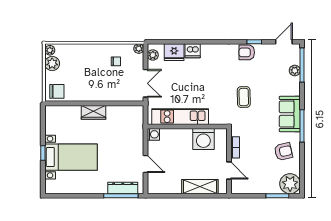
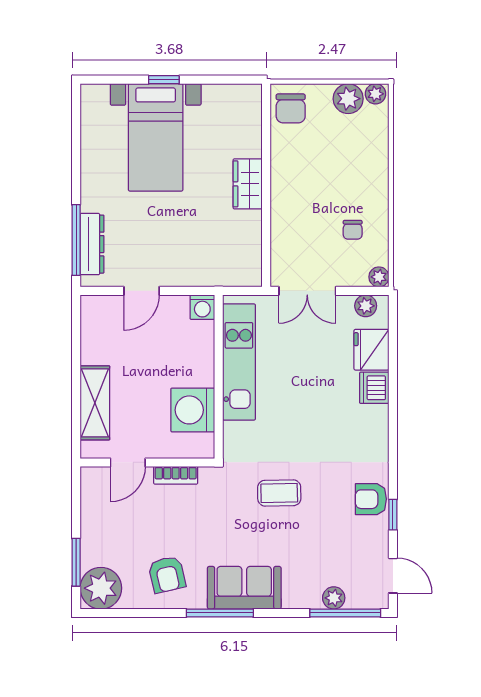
armchair: (247, 52) -> (371, 499), turned -90

